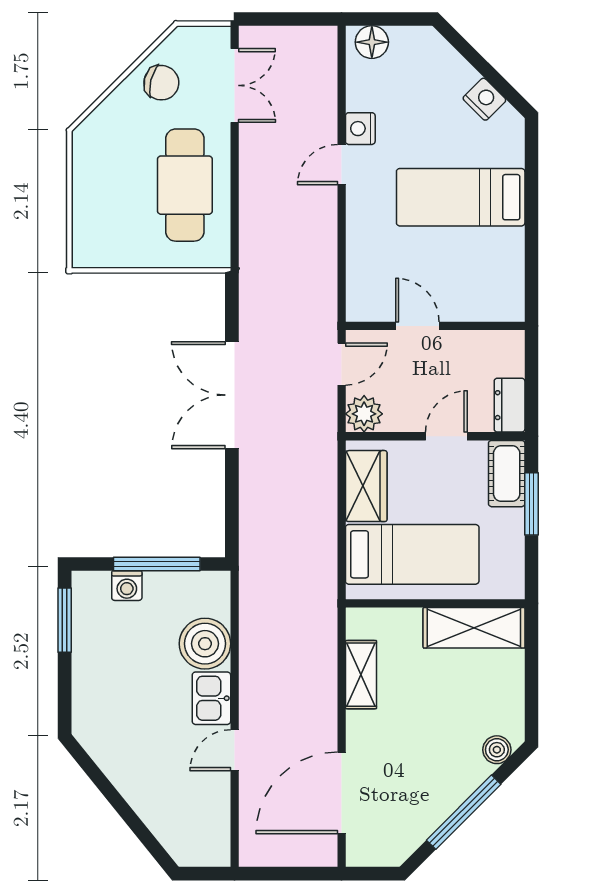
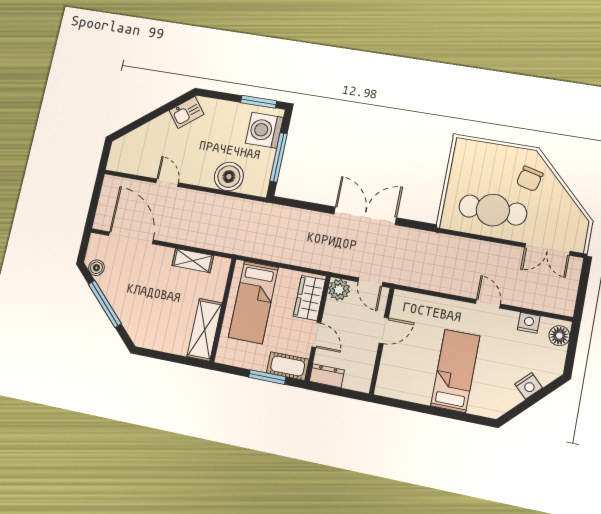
chair: (161, 83) -> (530, 179), moved
nightstand: (484, 99) -> (529, 386), moved
nightstand: (360, 129) -> (529, 323), moved
wardrobe: (366, 486) -> (309, 298), moved, turned 90
washing machine: (127, 586) -> (264, 130), width x1.89, depth x1.89
kitchen sink: (211, 698) -> (186, 112), moved, turned 141
boiler: (497, 750) -> (96, 268), moved

